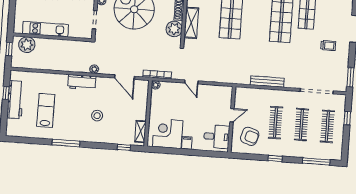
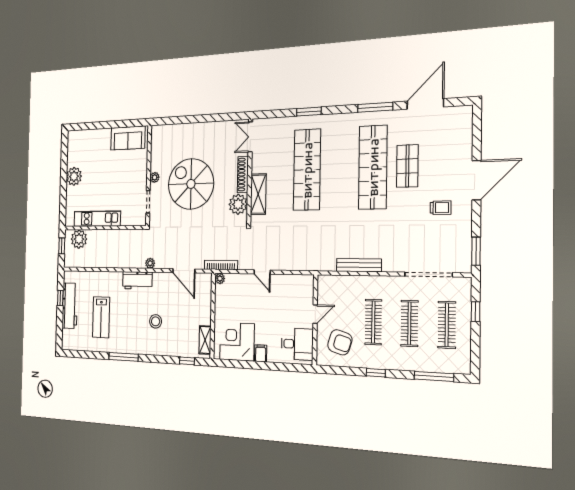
lab bench: (46, 110) -> (101, 317), turned 180

